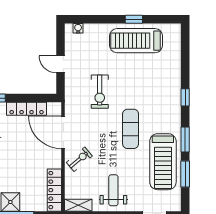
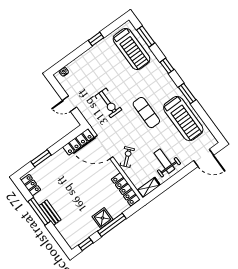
treadmill: (136, 41) -> (131, 49), moved, turned -90
locker: (27, 109) -> (78, 142), moved
window: (185, 174) -> (146, 36), moved

